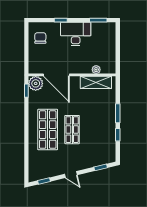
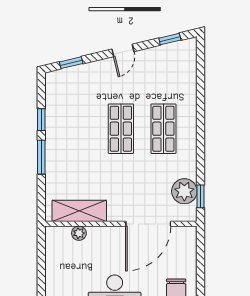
door: (56, 75) -> (148, 224), swing flipped
plant: (36, 83) -> (184, 191), moved
shop shelf: (48, 130) -> (163, 129), width x0.70, depth x0.74
door: (71, 174) -> (123, 50), swing flipped

